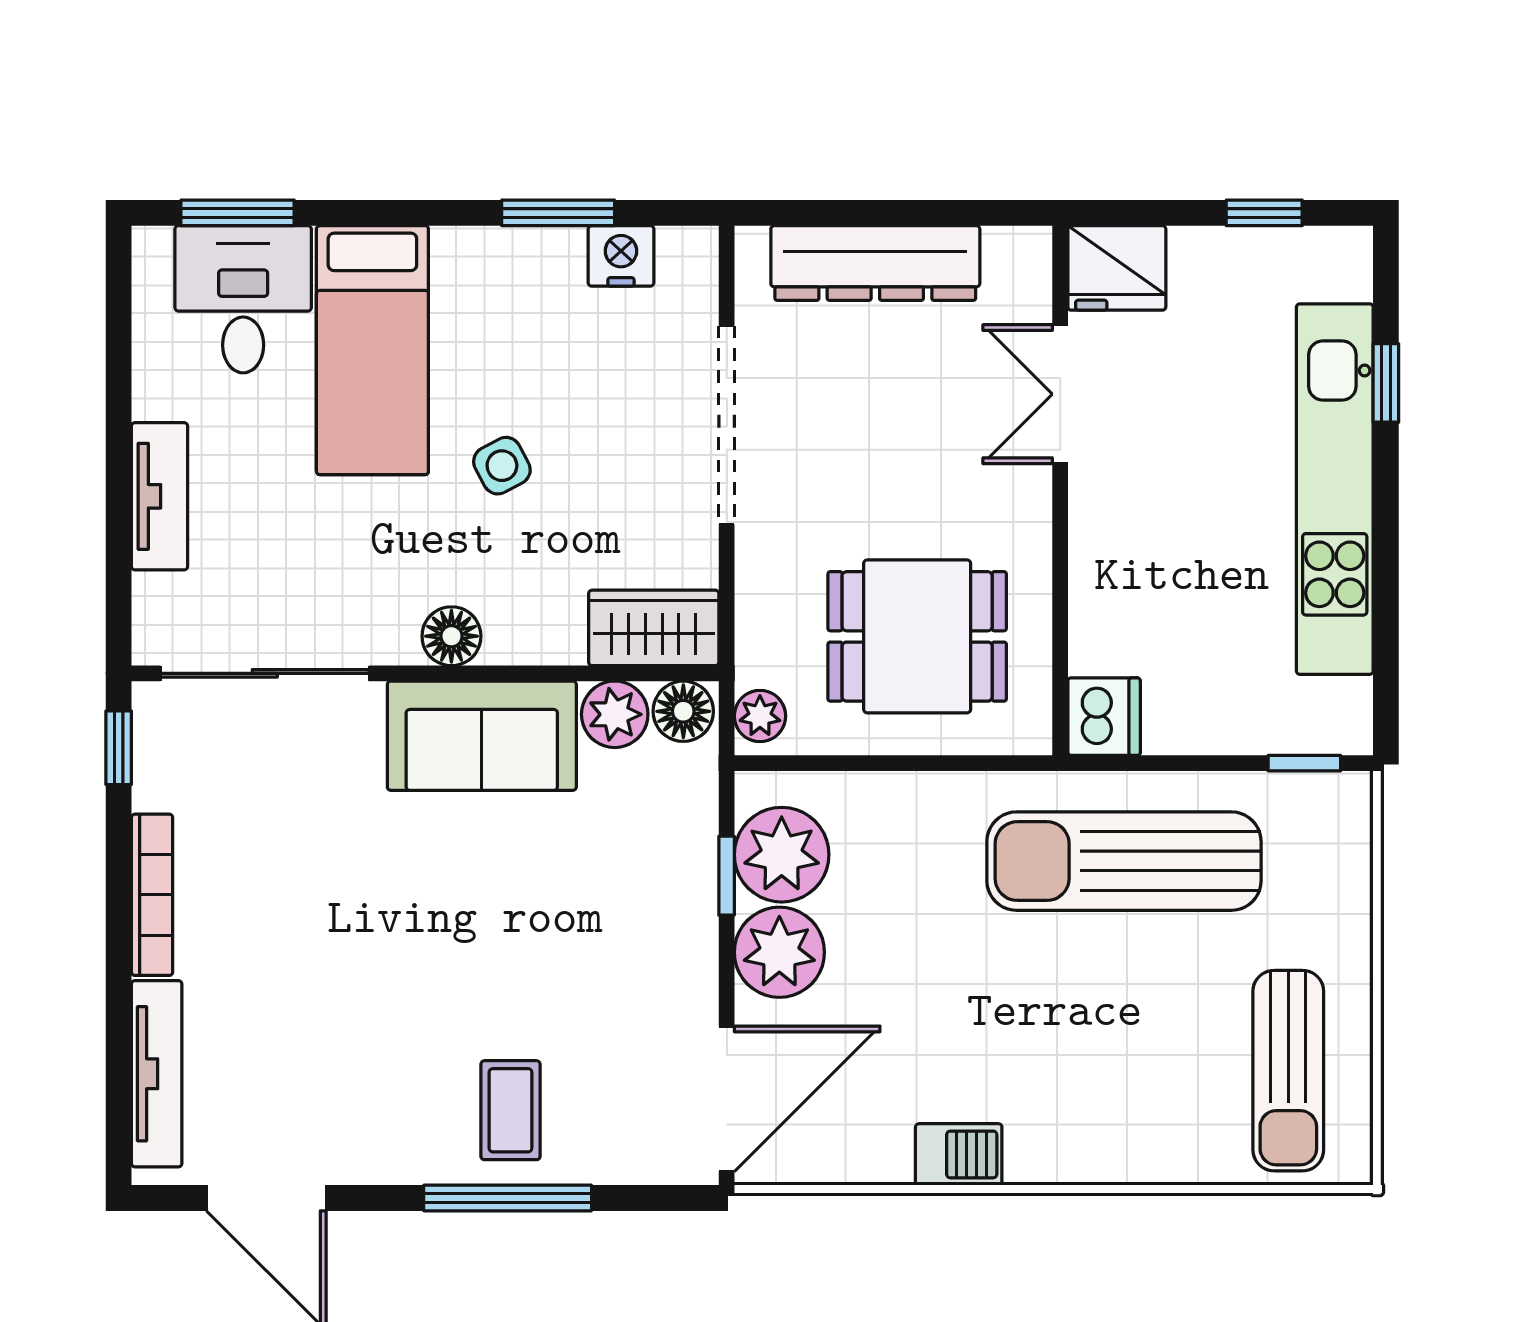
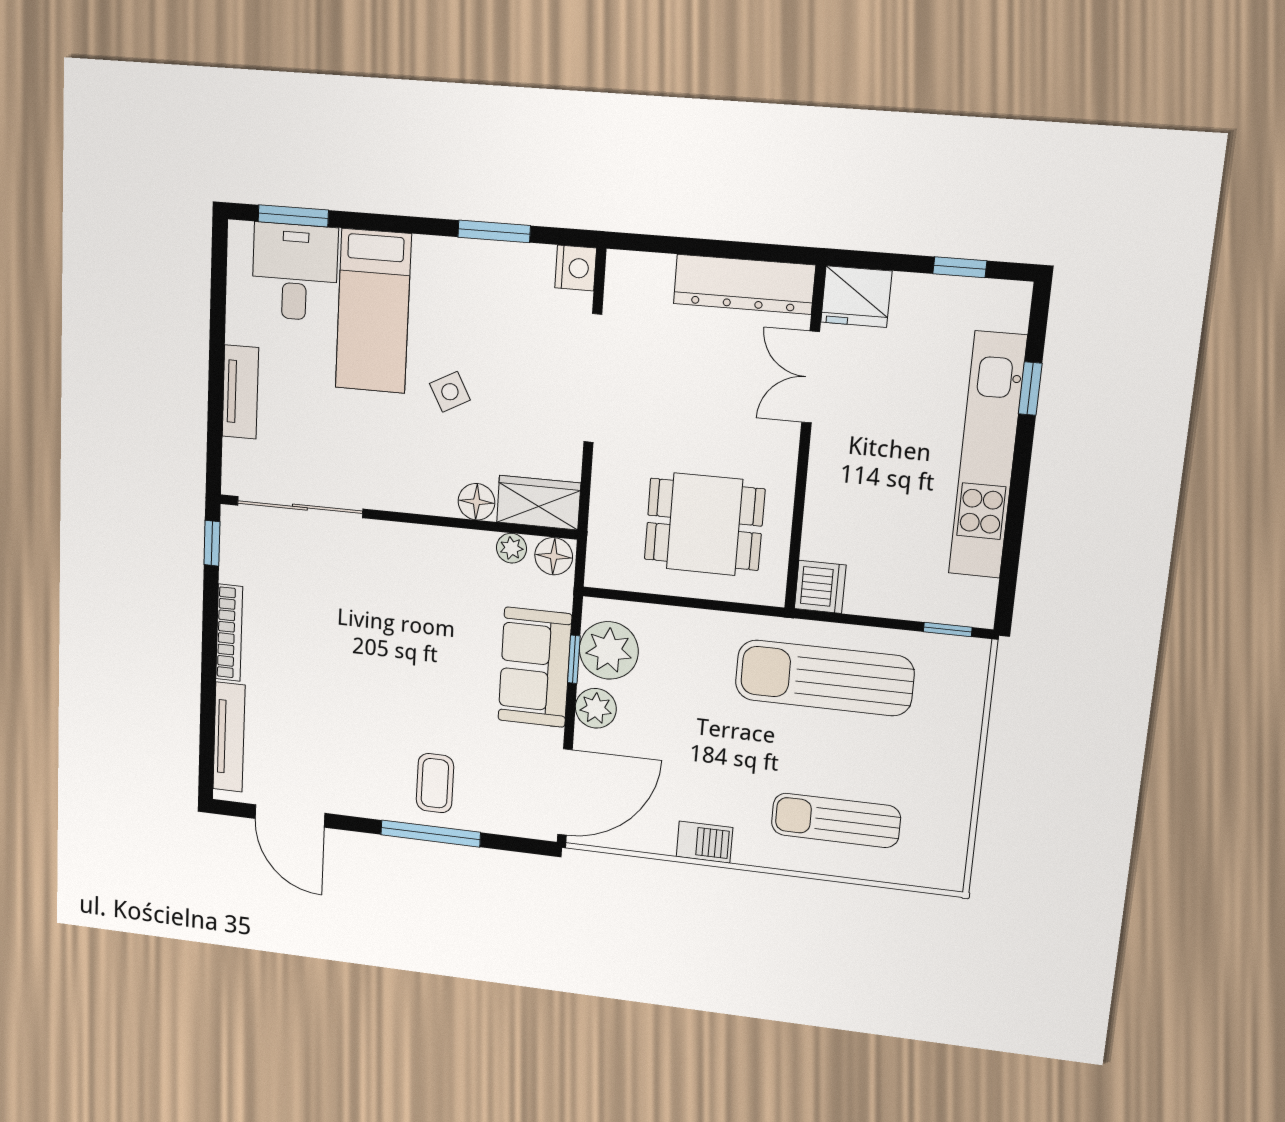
nightstand: (621, 256) -> (576, 268), moved, turned 90
dresser: (875, 263) -> (744, 284), moved
floor lamp: (451, 636) -> (477, 502), moved
plant: (615, 714) -> (511, 548), width x0.73, depth x0.73
plant: (760, 716) -> (601, 564), removed
sofa: (482, 736) -> (535, 667), moved, turned 90
plant: (779, 952) -> (596, 708), width x0.73, depth x0.73
sun lounger: (1288, 1071) -> (836, 820), moved, turned 90

